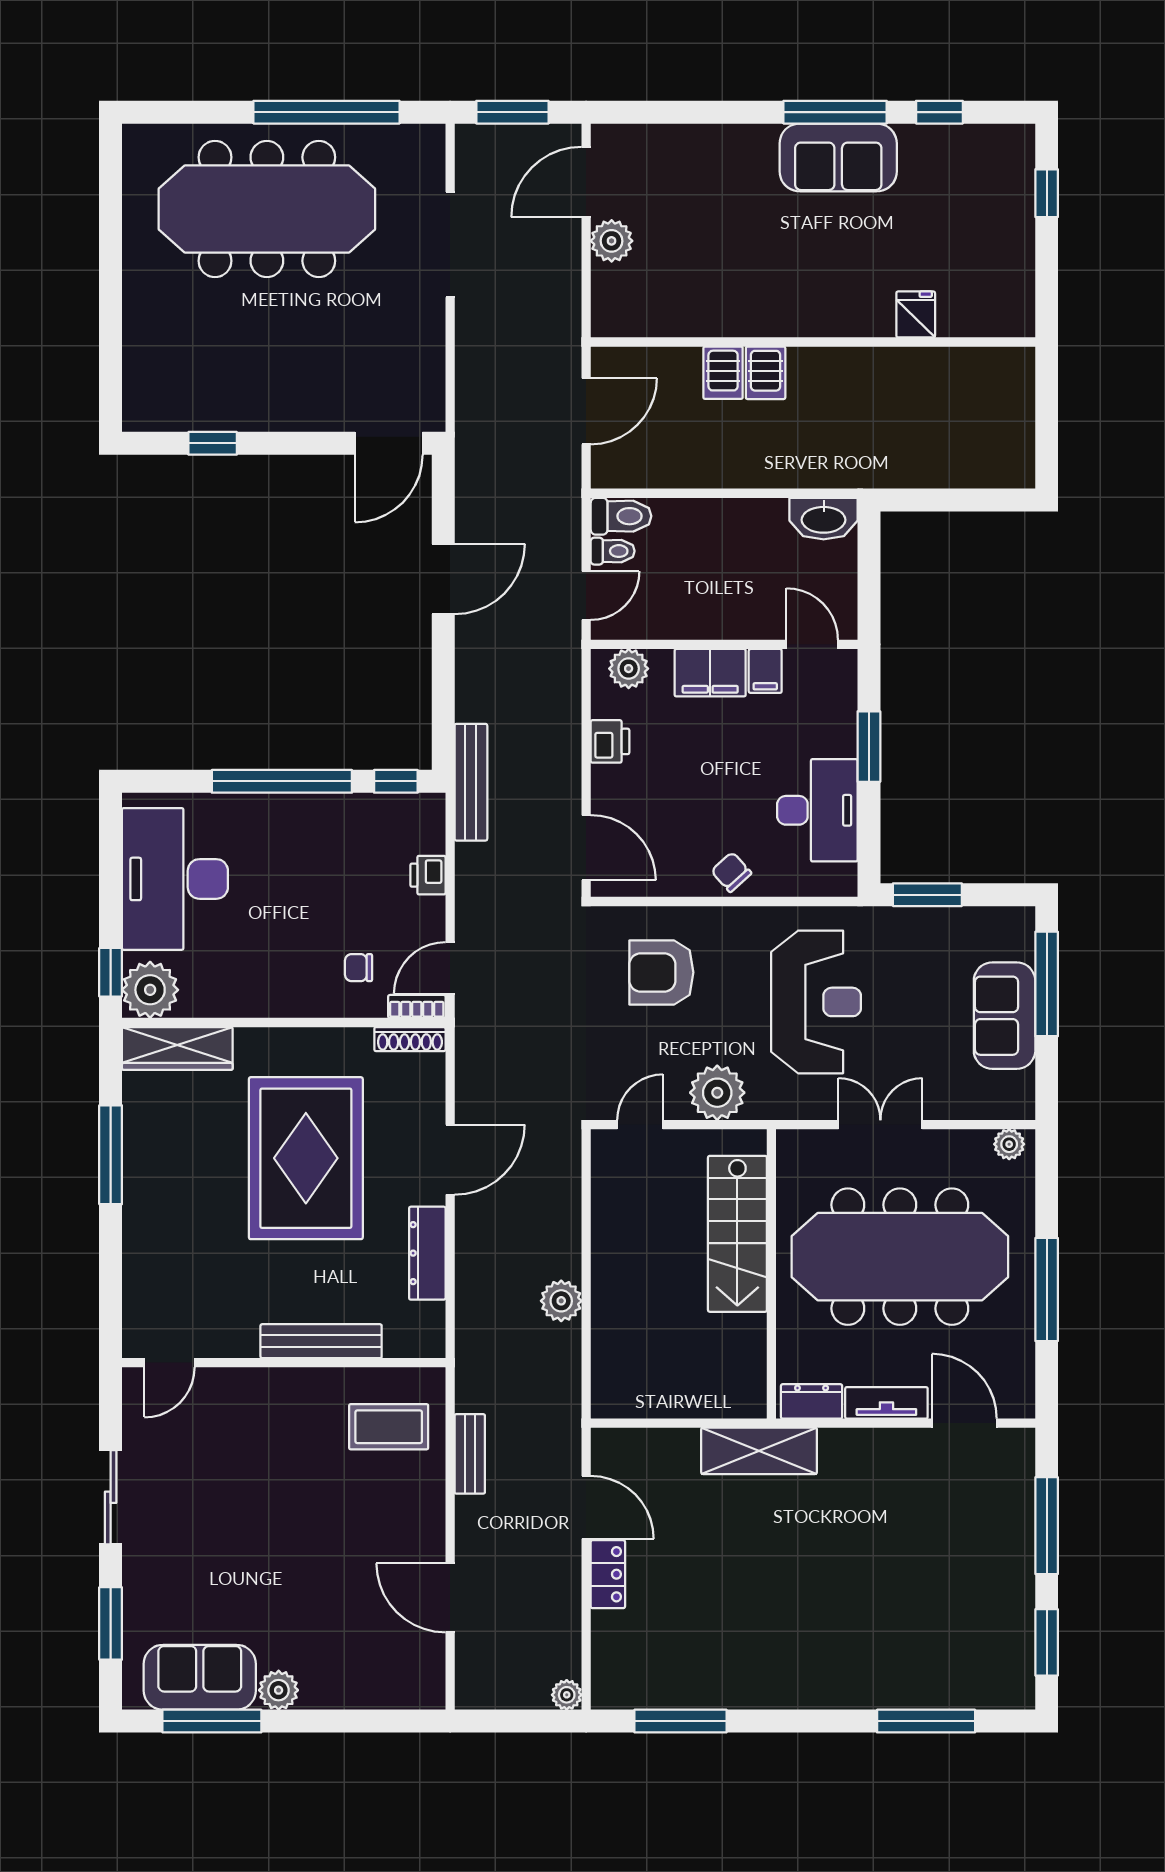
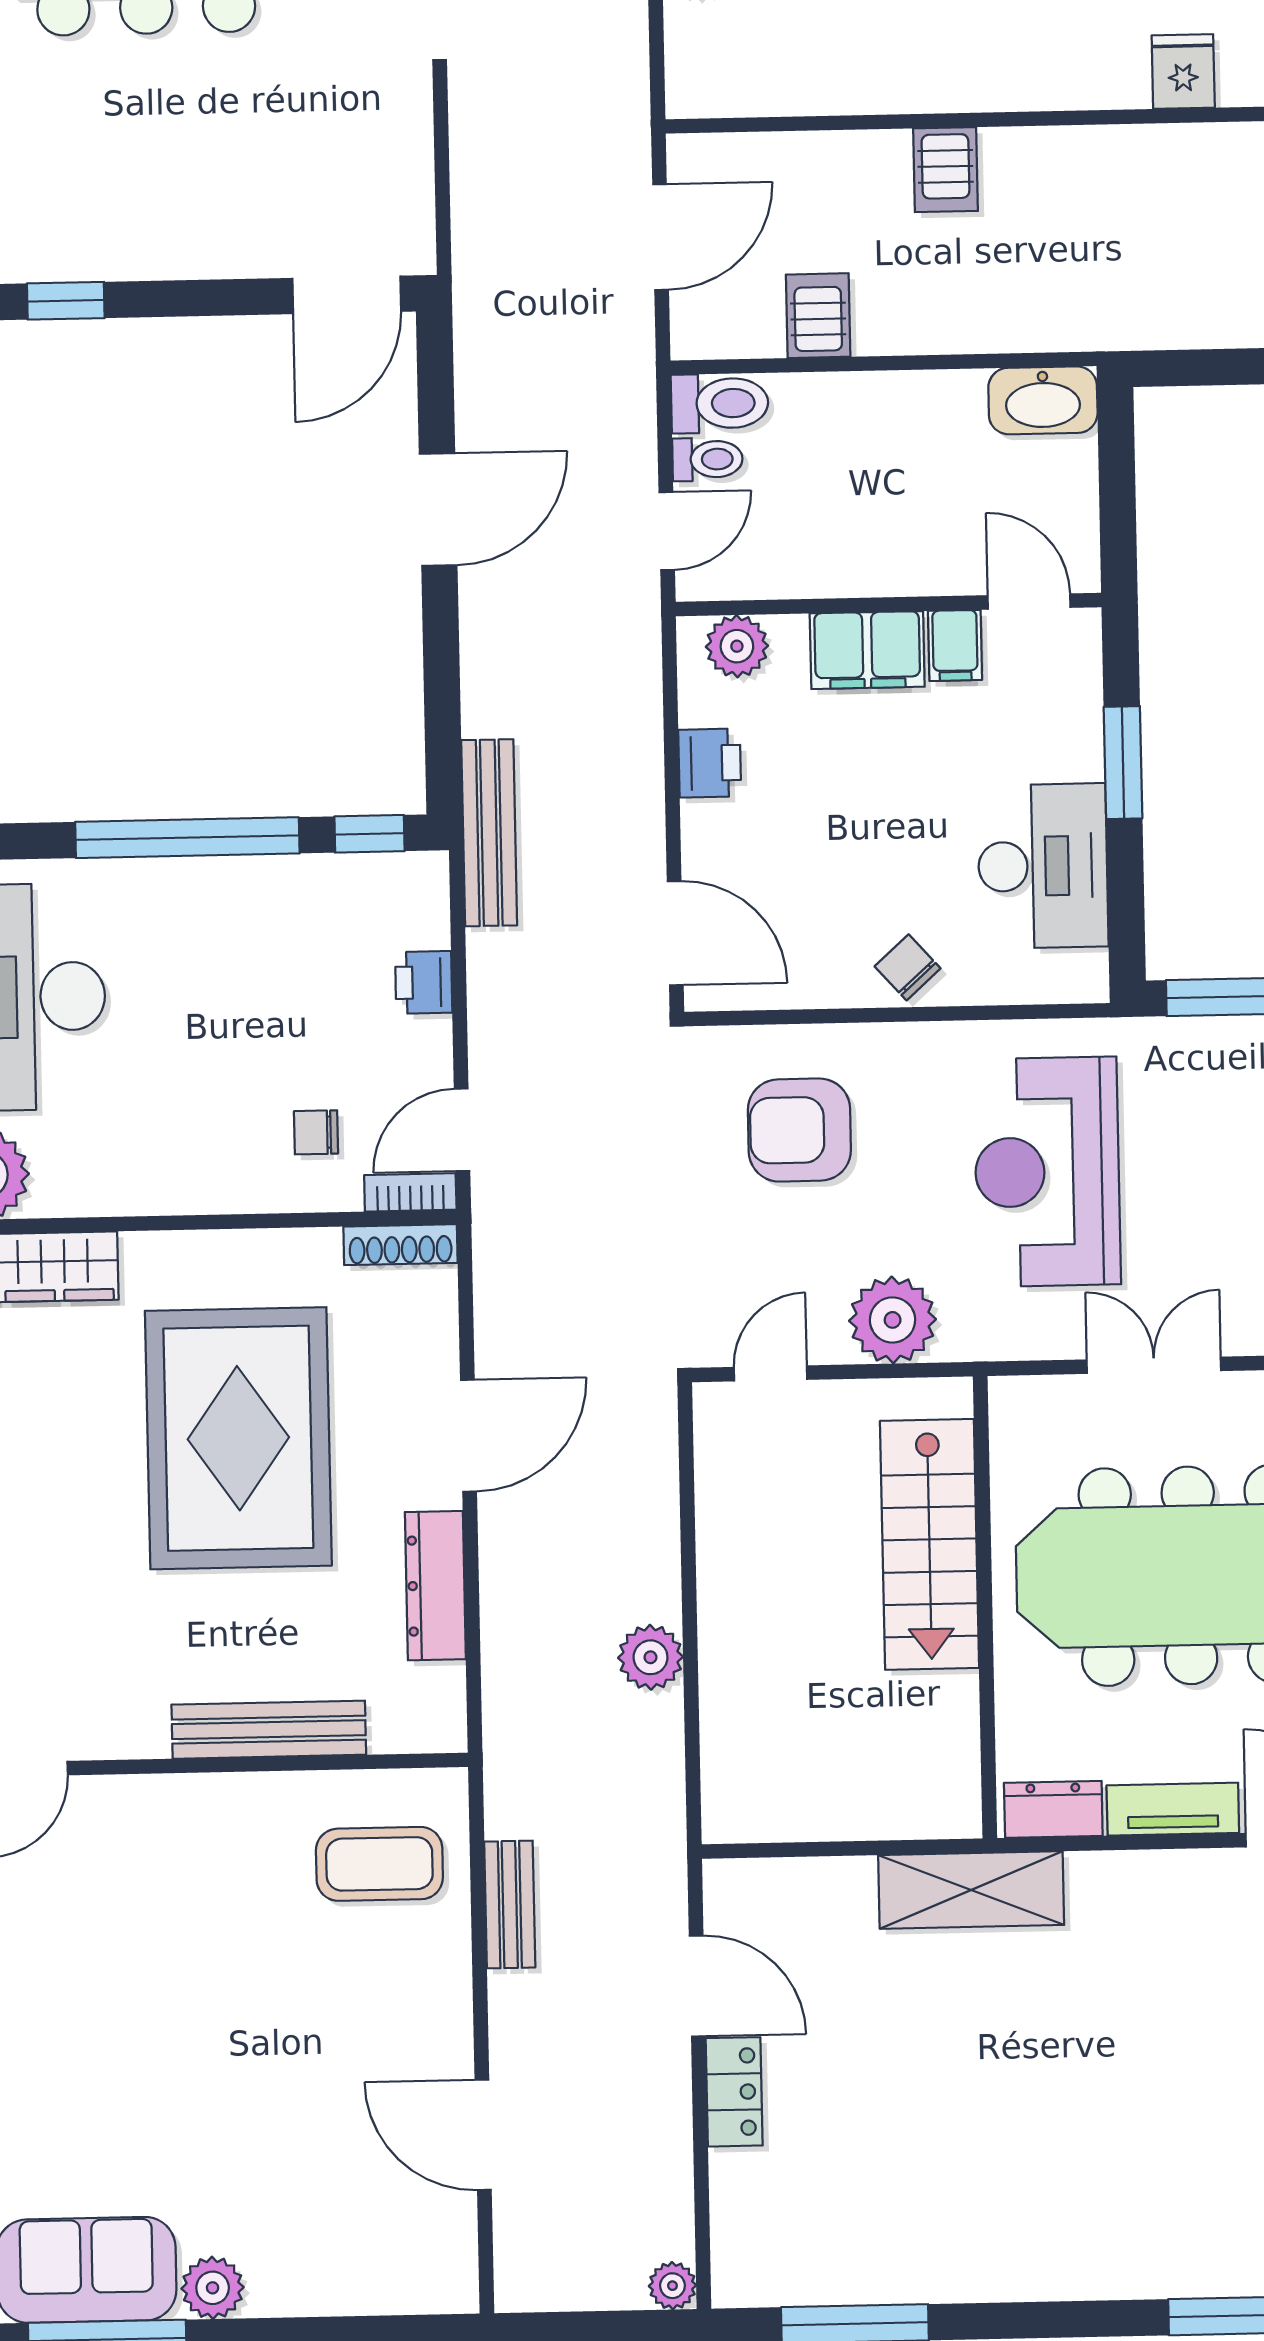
server rack: (723, 373) -> (818, 316), moved, turned 180
reception desk: (816, 1002) -> (1047, 1172), turned 180

